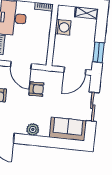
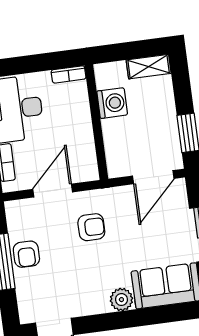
door: (21, 65) -> (53, 191), swing flipped
plant: (33, 129) -> (121, 300), moved

